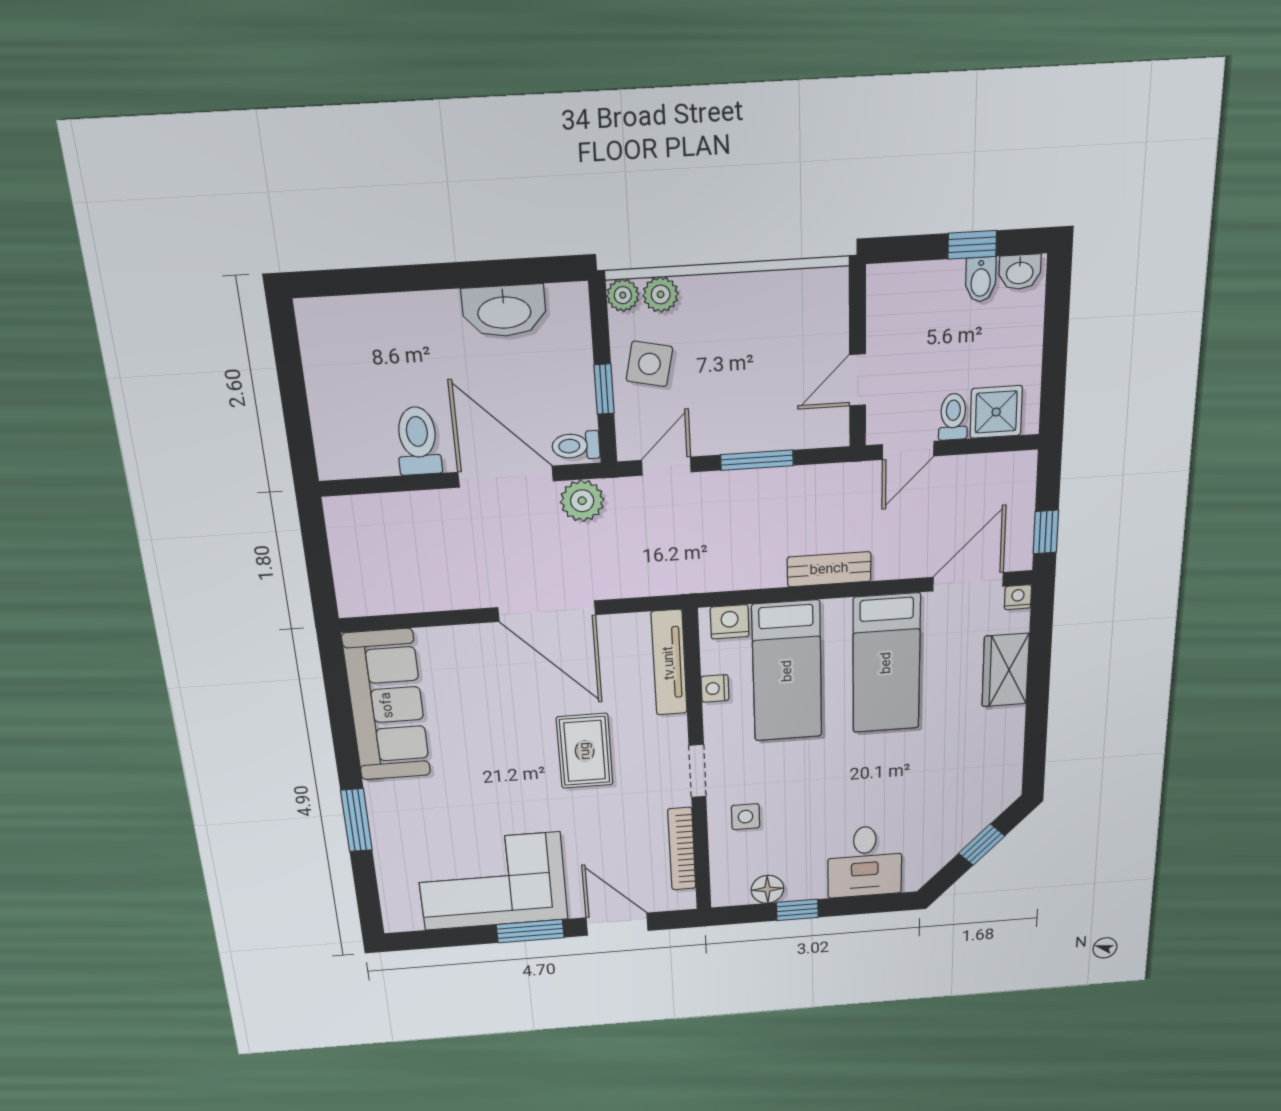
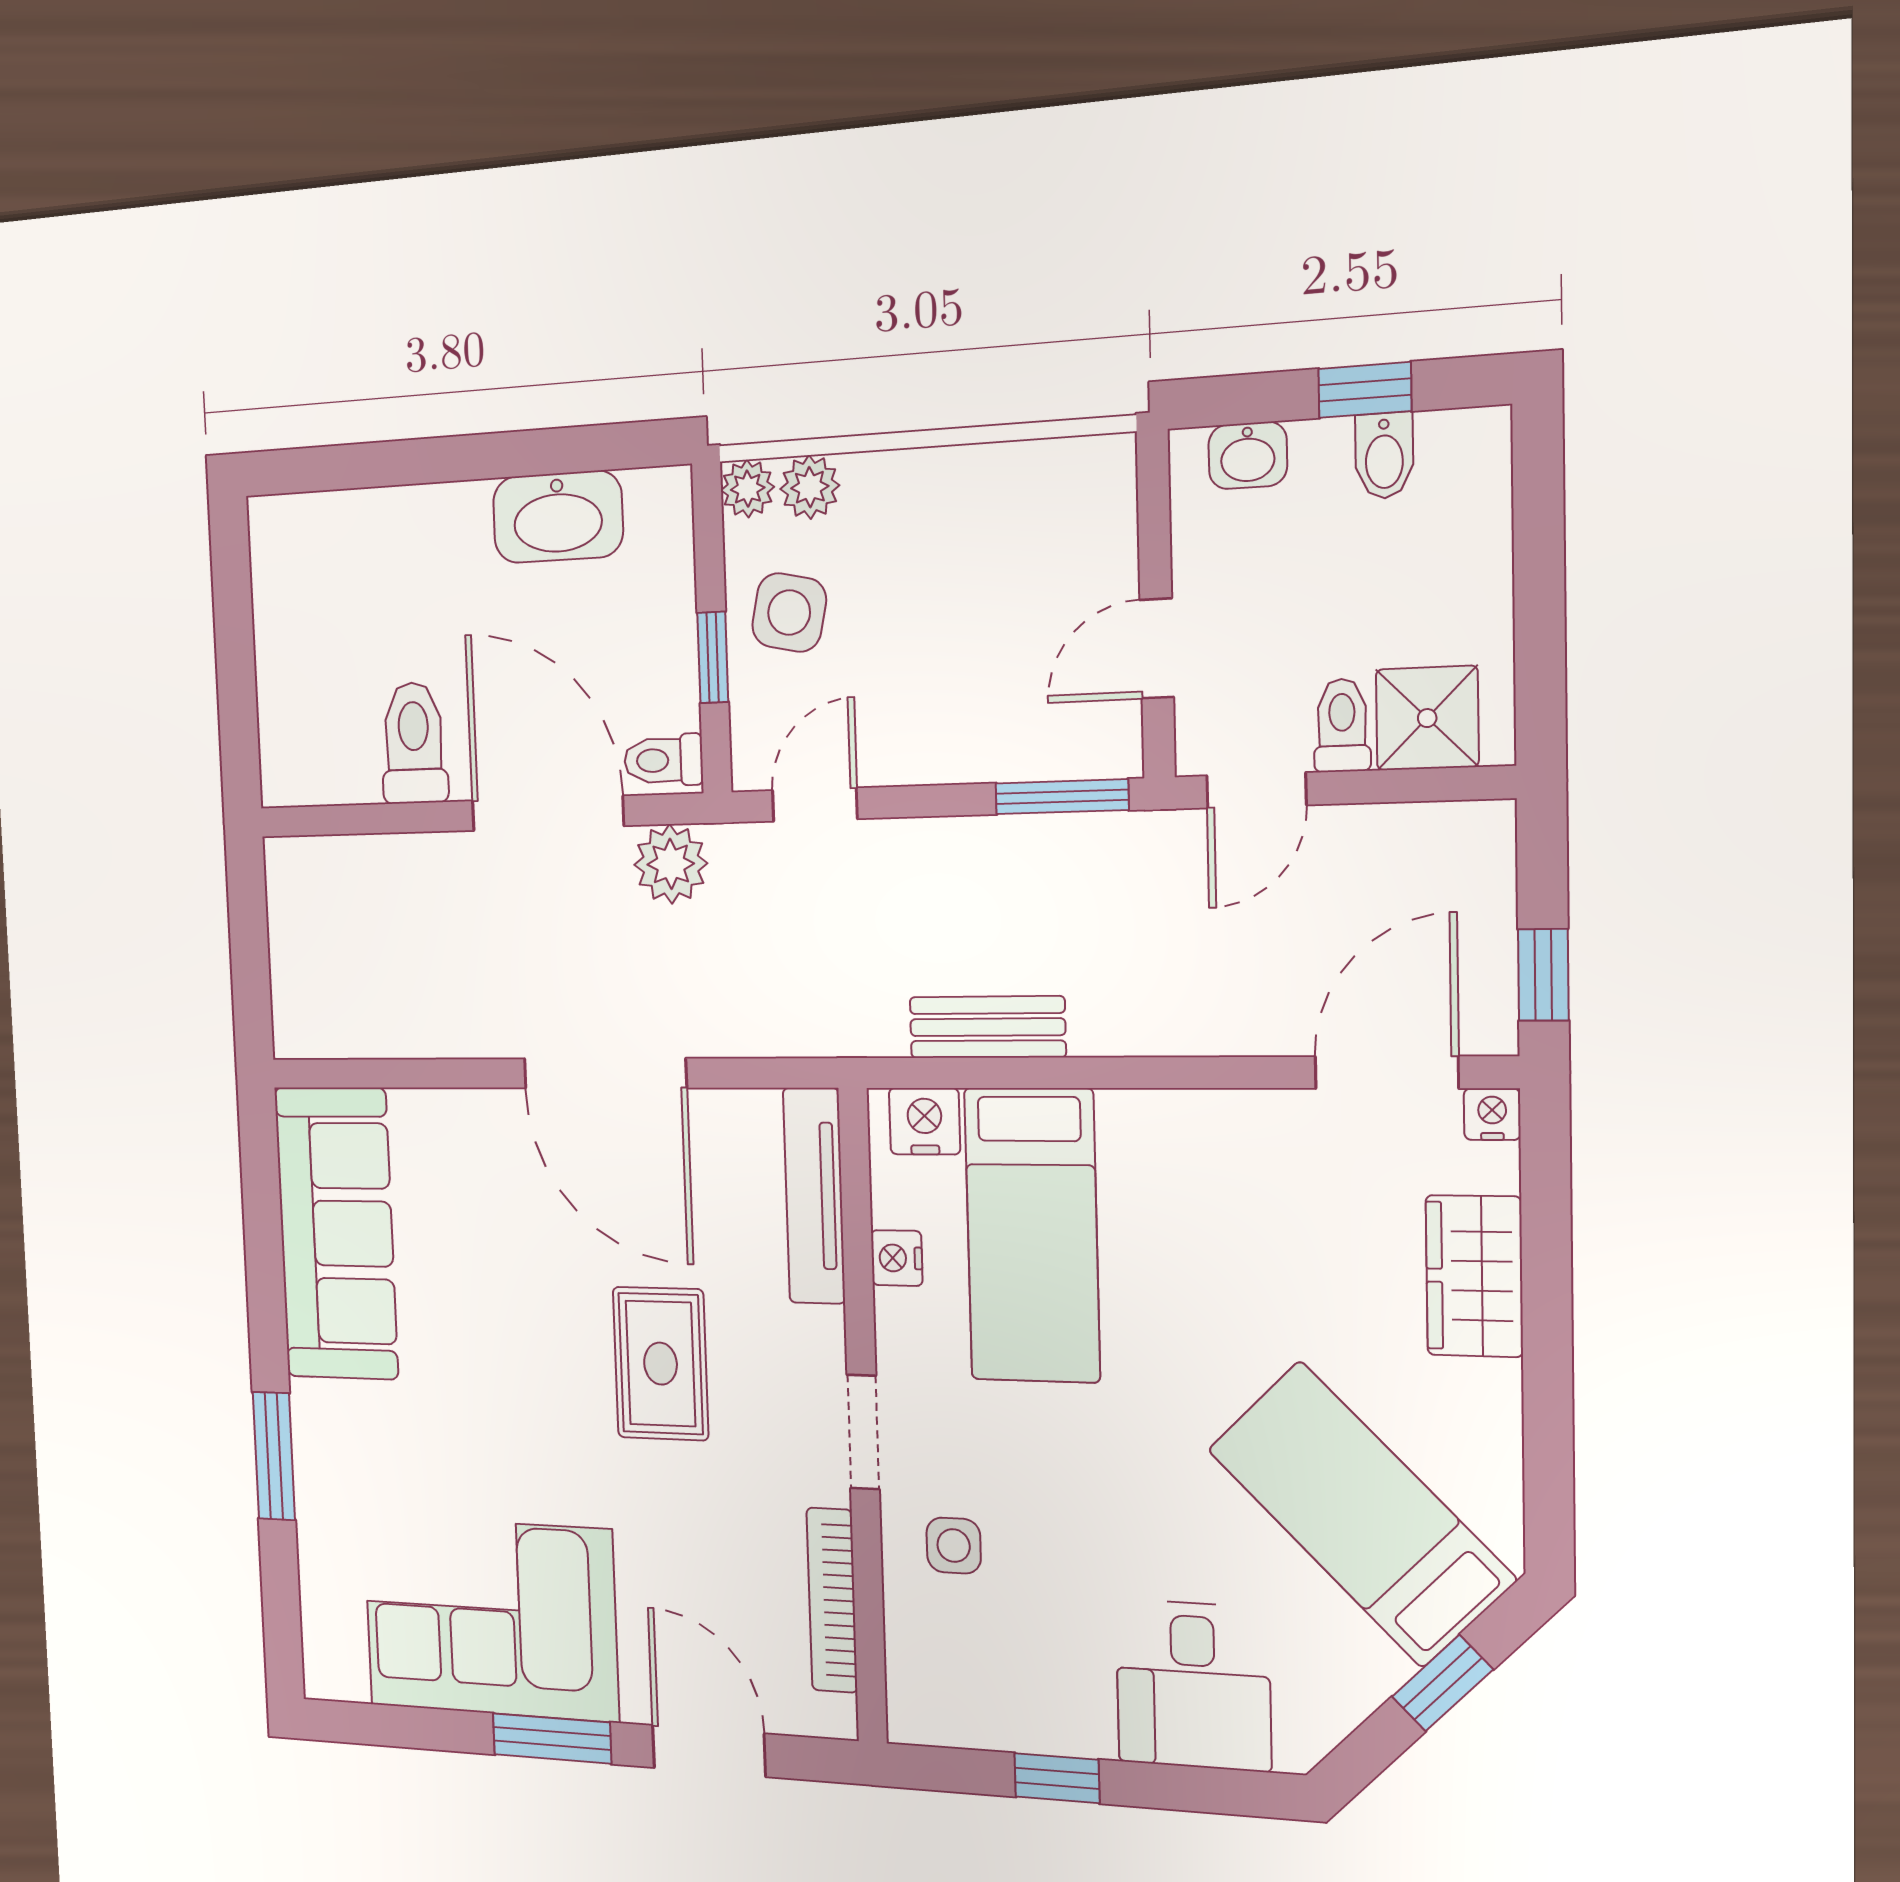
washbasin: (1020, 272) -> (1248, 455), moved
window: (757, 460) -> (1062, 797), moved
bench: (829, 569) -> (987, 1027), moved
bed: (886, 663) -> (1361, 1514), moved, turned 135
floor lamp: (767, 889) -> (997, 1719), removed

